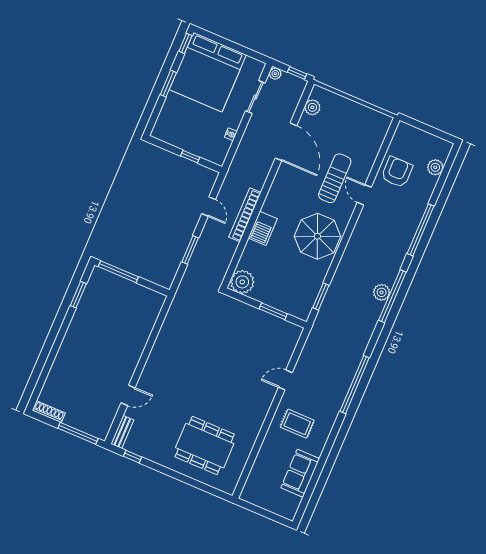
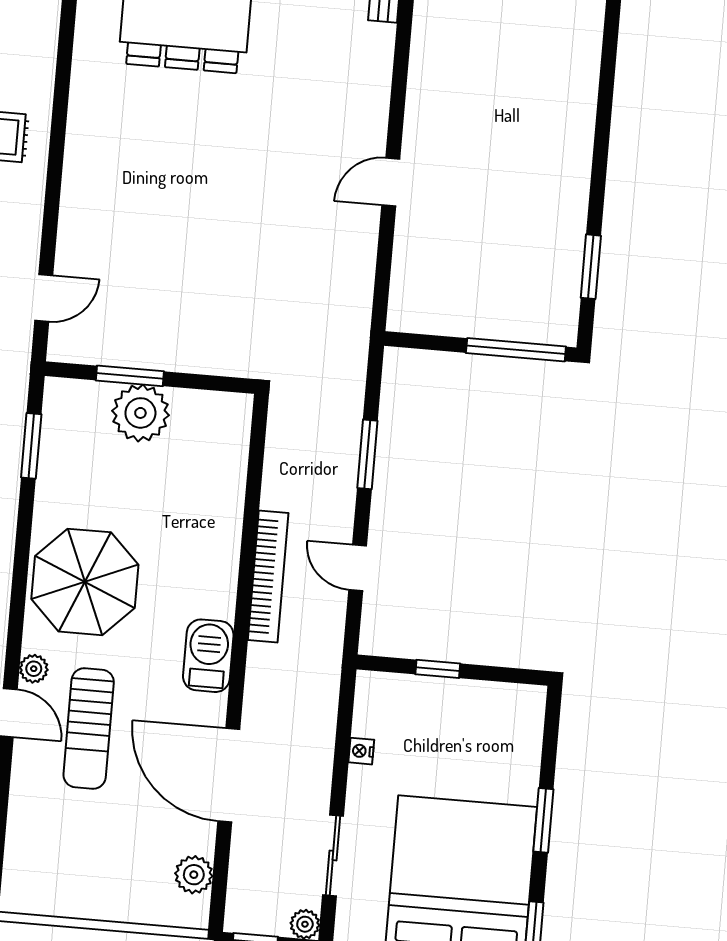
plant: (349, 209) -> (34, 669), added
barbecue: (263, 228) -> (208, 656), moved
plant: (242, 282) -> (140, 413), moved
door: (285, 380) -> (44, 298), moved
door: (128, 395) -> (391, 182), moved

